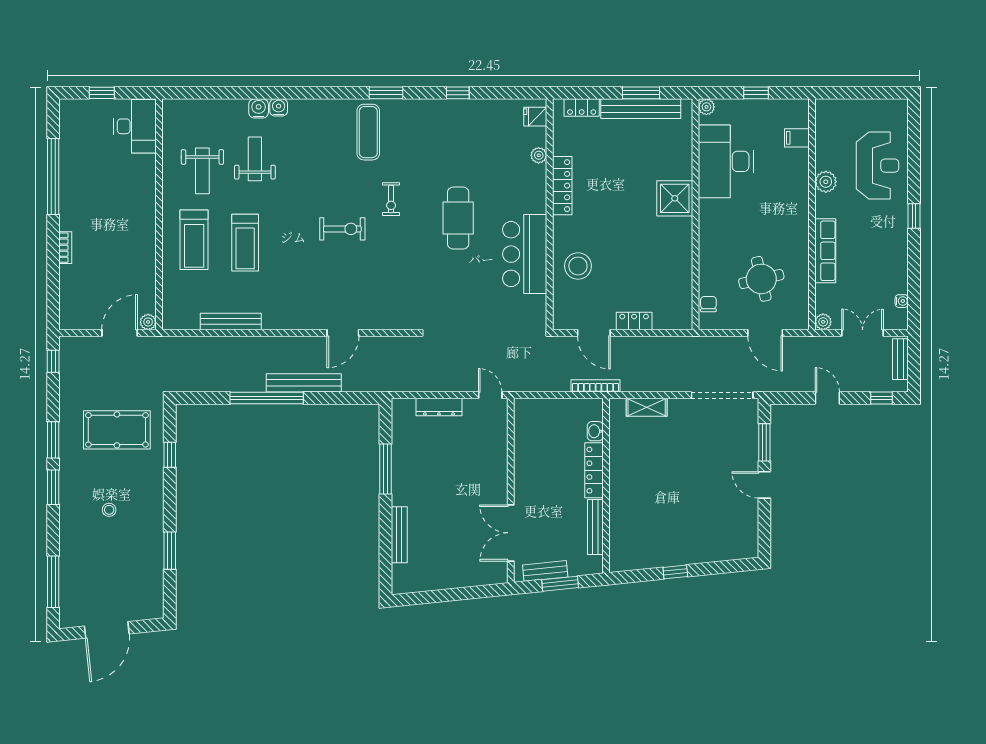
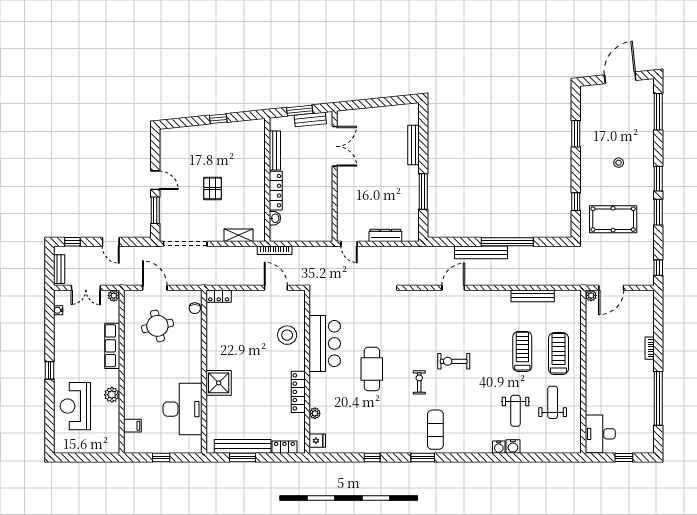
plant: (706, 107) -> (196, 448), removed
locker: (634, 321) -> (219, 296), moved
pallet: (683, 473) -> (213, 188), added

